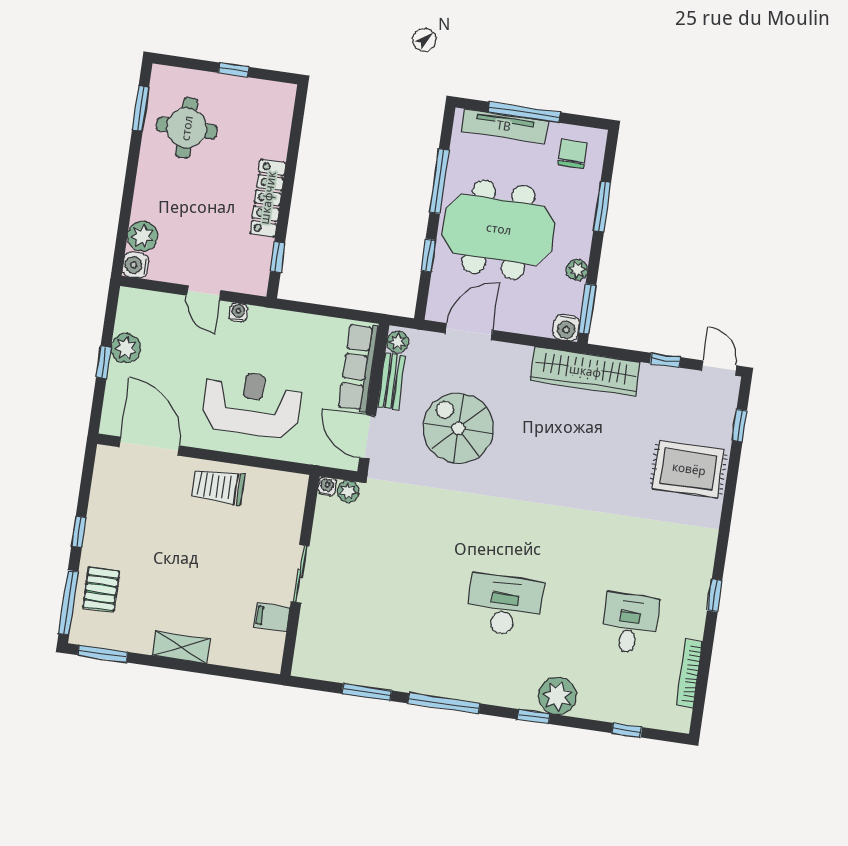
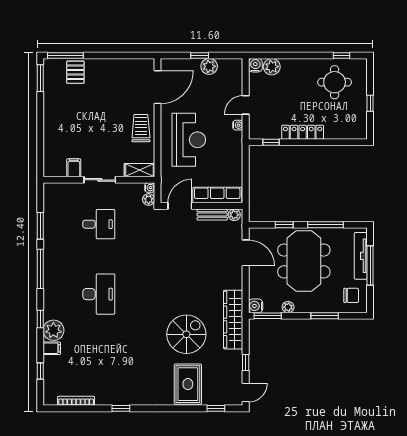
window: (141, 109) -> (341, 55), width x0.67
spiral stairs: (458, 428) -> (186, 334), moved
window: (79, 532) -> (105, 55), removed
pallet: (101, 589) -> (75, 72), turned 90
desk: (630, 623) -> (99, 224), moved
shelving: (181, 647) -> (139, 170), moved, turned 90
filing cabinet: (589, 704) -> (52, 348), added

